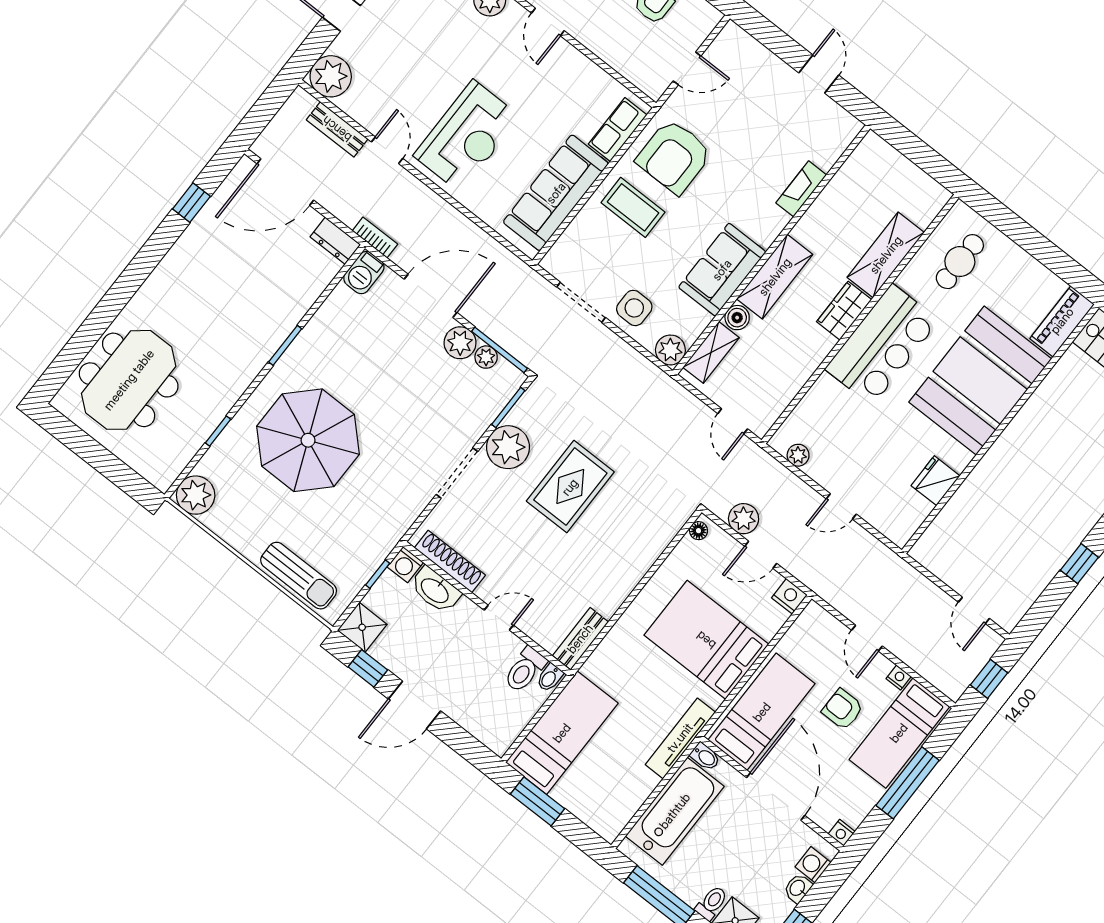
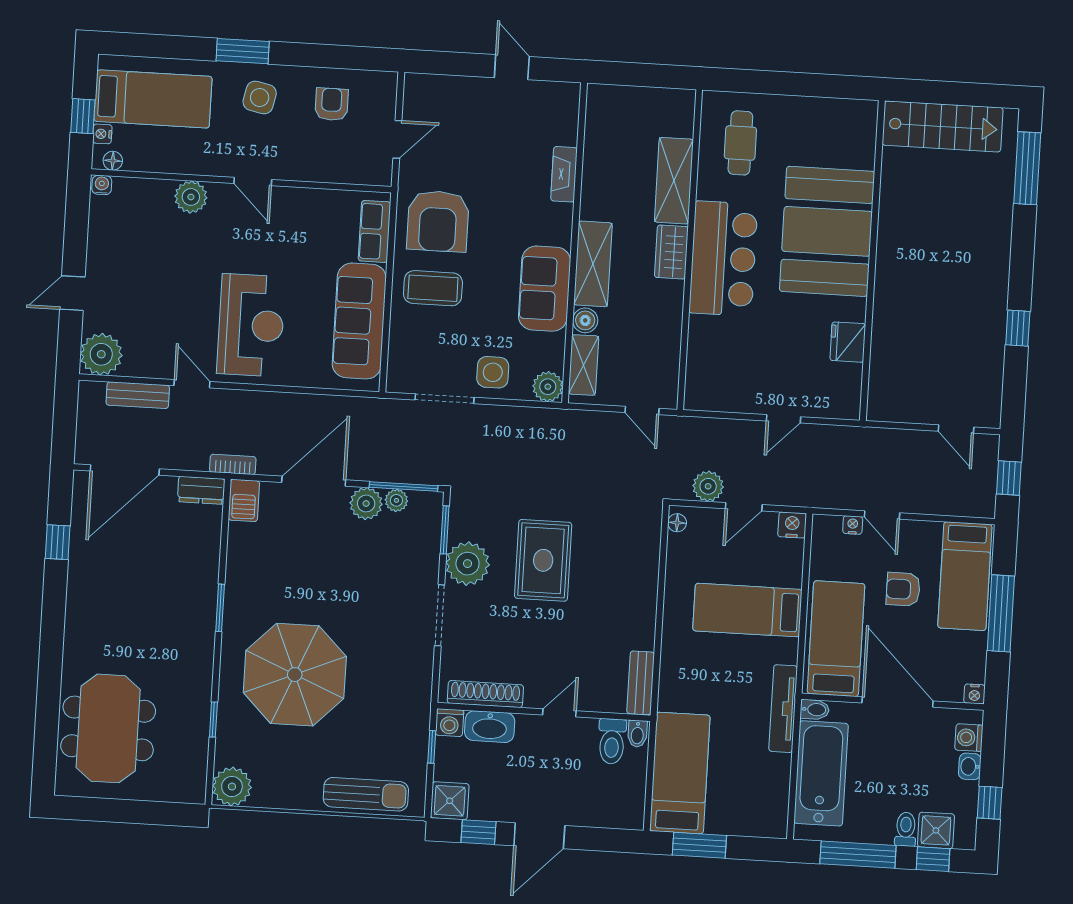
piano: (1062, 321) -> (862, 134), removed
plant: (798, 455) -> (717, 401), removed
bed: (706, 640) -> (747, 610), width x0.67
nightstand: (899, 678) -> (853, 525), moved

